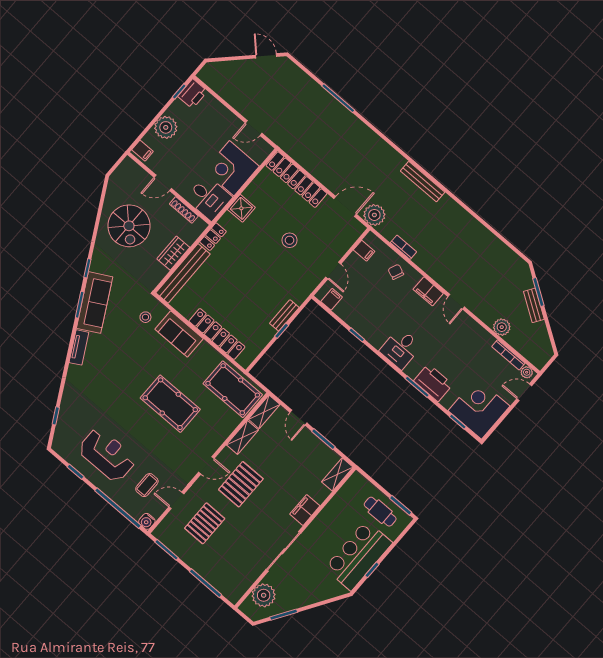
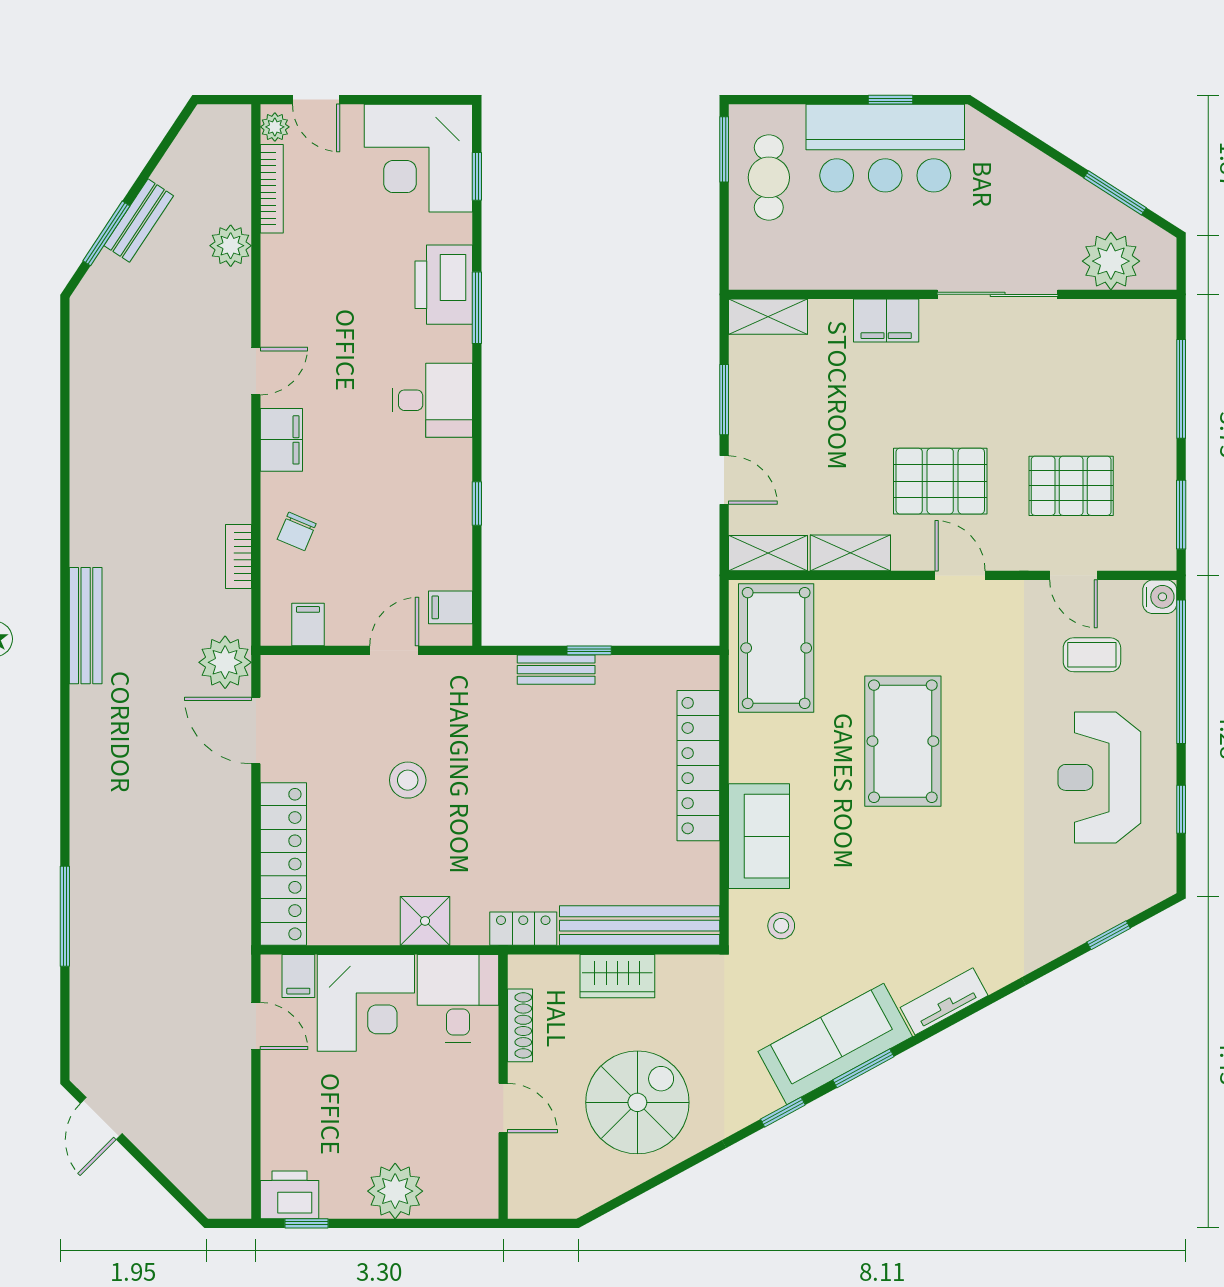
filing cabinet: (142, 151) -> (298, 976), moved, turned 180
door: (298, 418) -> (724, 480), hinge flipped

